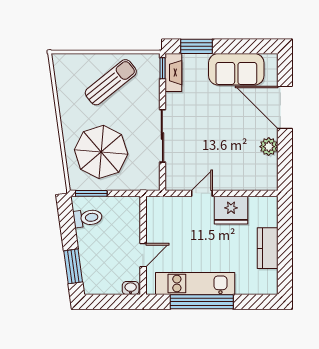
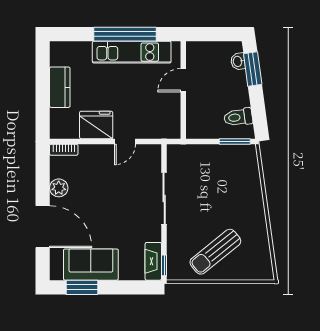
window: (197, 46) -> (82, 287), moved
parasol: (101, 152) -> (225, 183), removed
bookcase: (264, 185) -> (64, 150), added
washbasin: (131, 288) -> (238, 61), moved, turned 82

